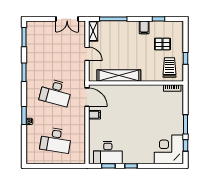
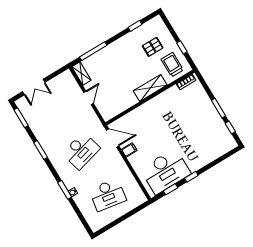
double door: (67, 19) -> (34, 87), moved
filing cabinet: (144, 27) -> (126, 42), removed
door: (87, 54) -> (88, 98), hinge flipped
shelving: (119, 76) -> (150, 88), moved, width x0.68
desk: (56, 92) -> (81, 151), turned -30
corner desk: (169, 149) -> (217, 140), removed
desk: (108, 153) -> (166, 171), width x1.36, depth x1.30

